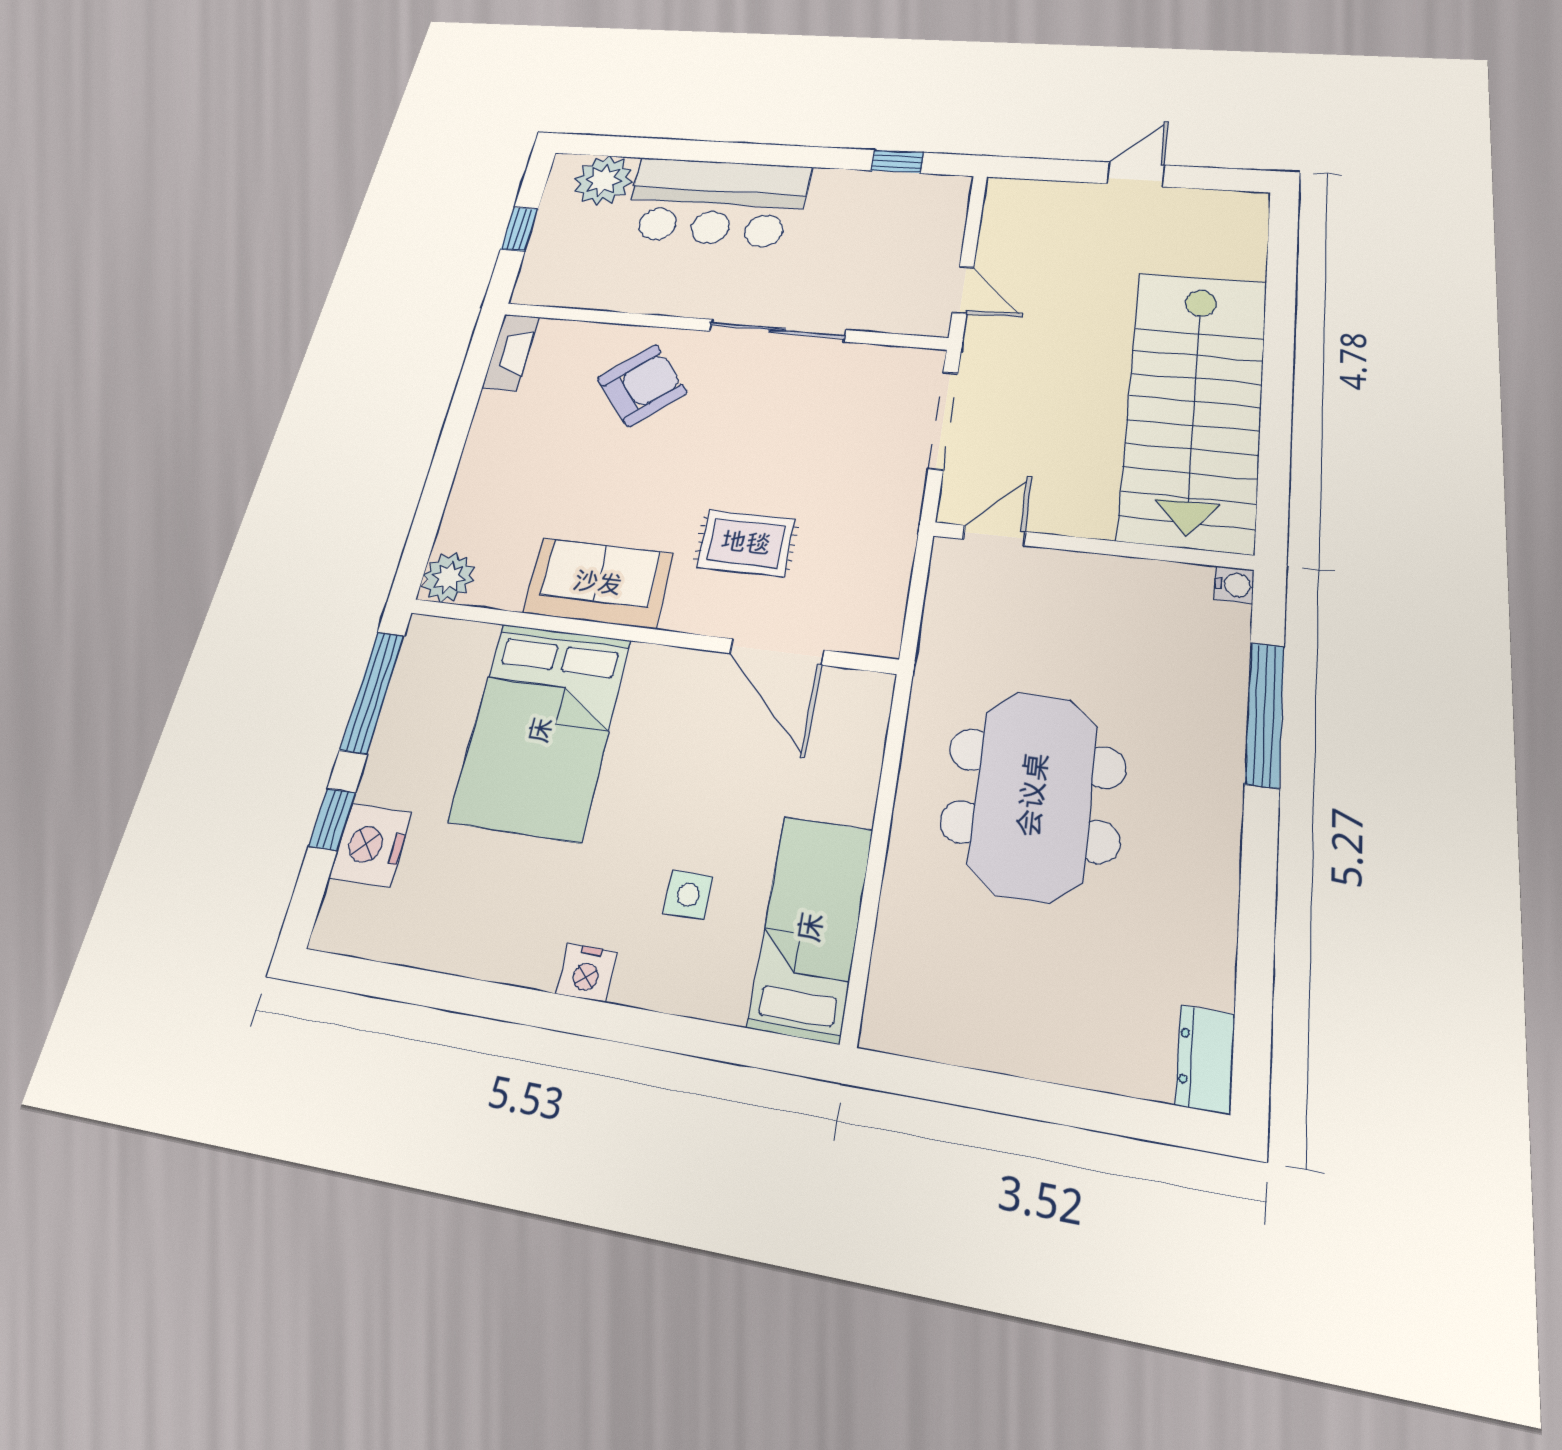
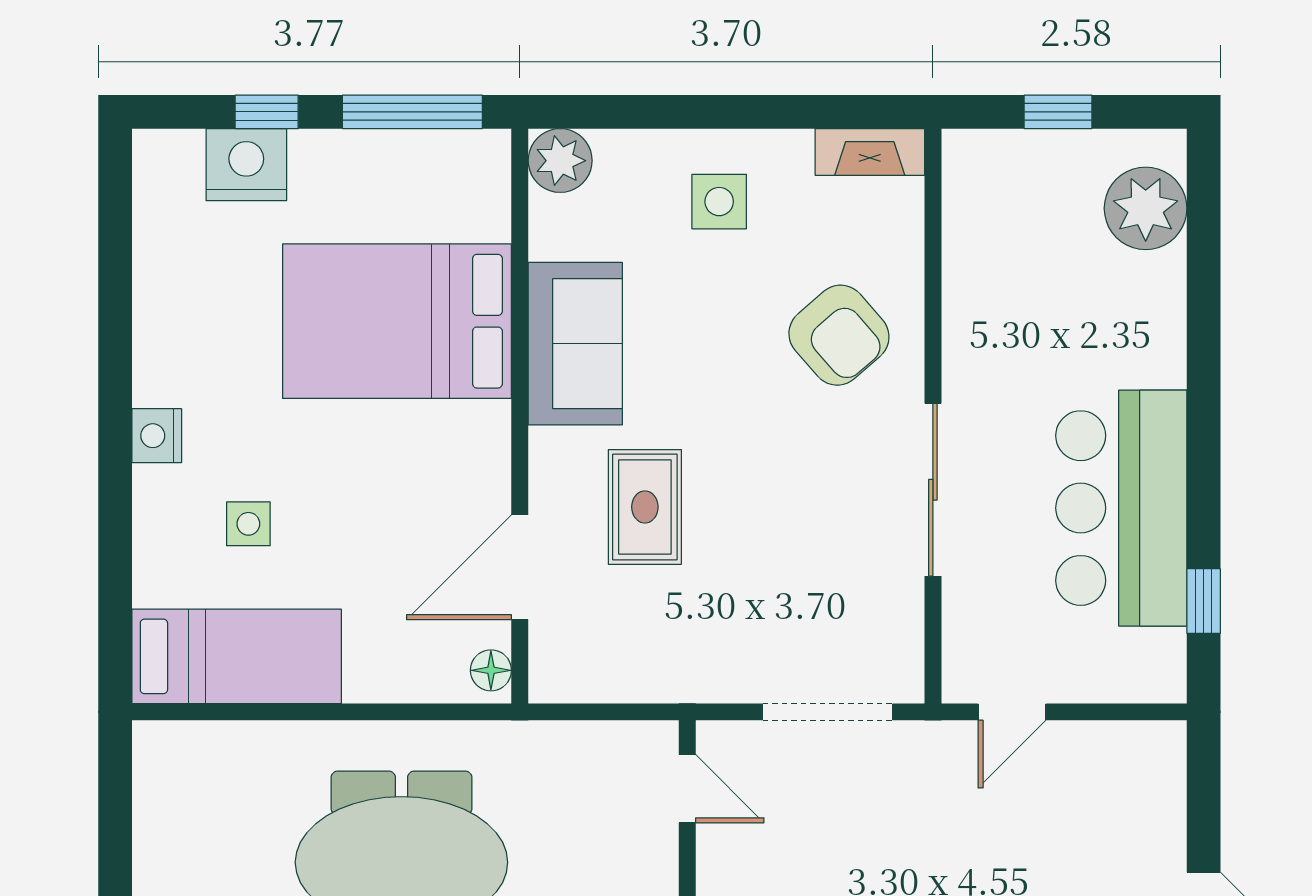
bar counter: (717, 202) -> (1121, 508), moved
side table: (516, 461) -> (719, 202), added
floor lamp: (864, 688) -> (491, 670), added

